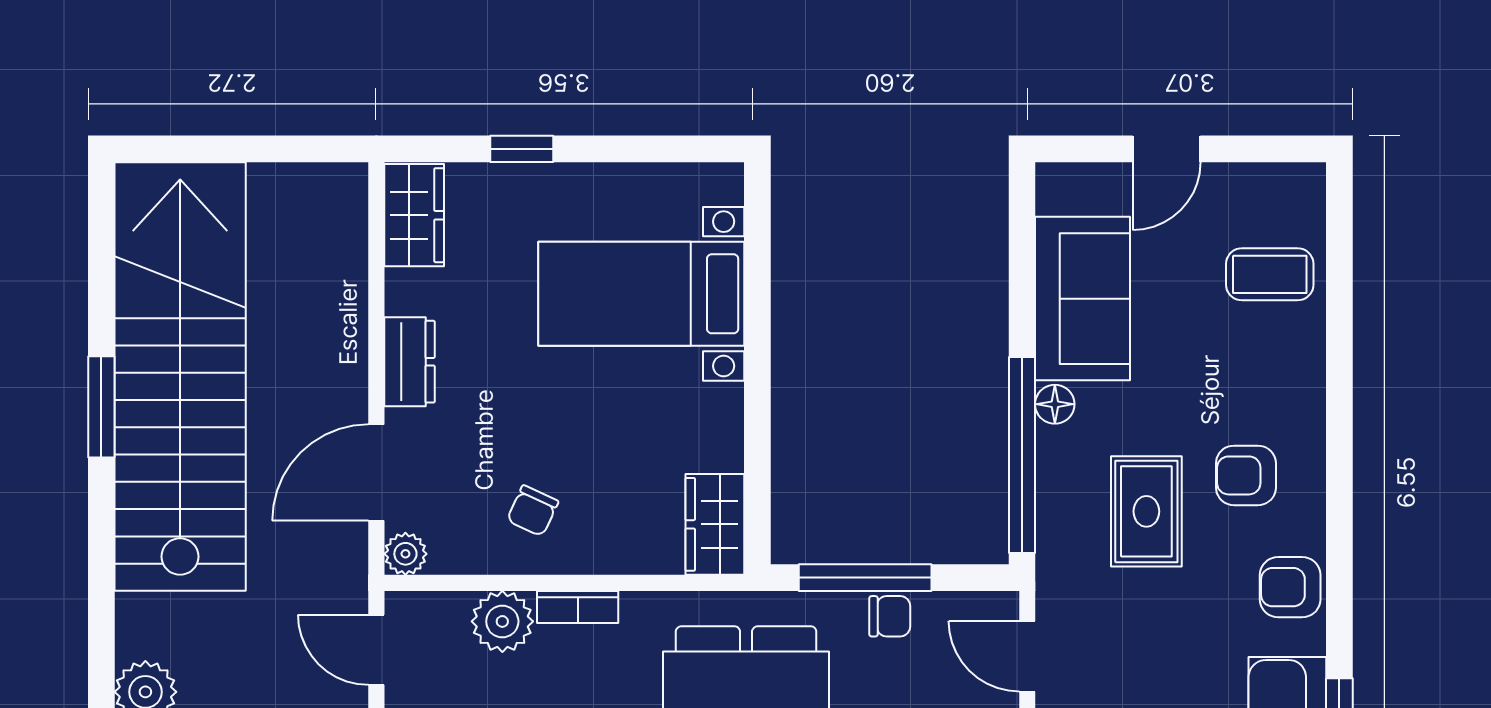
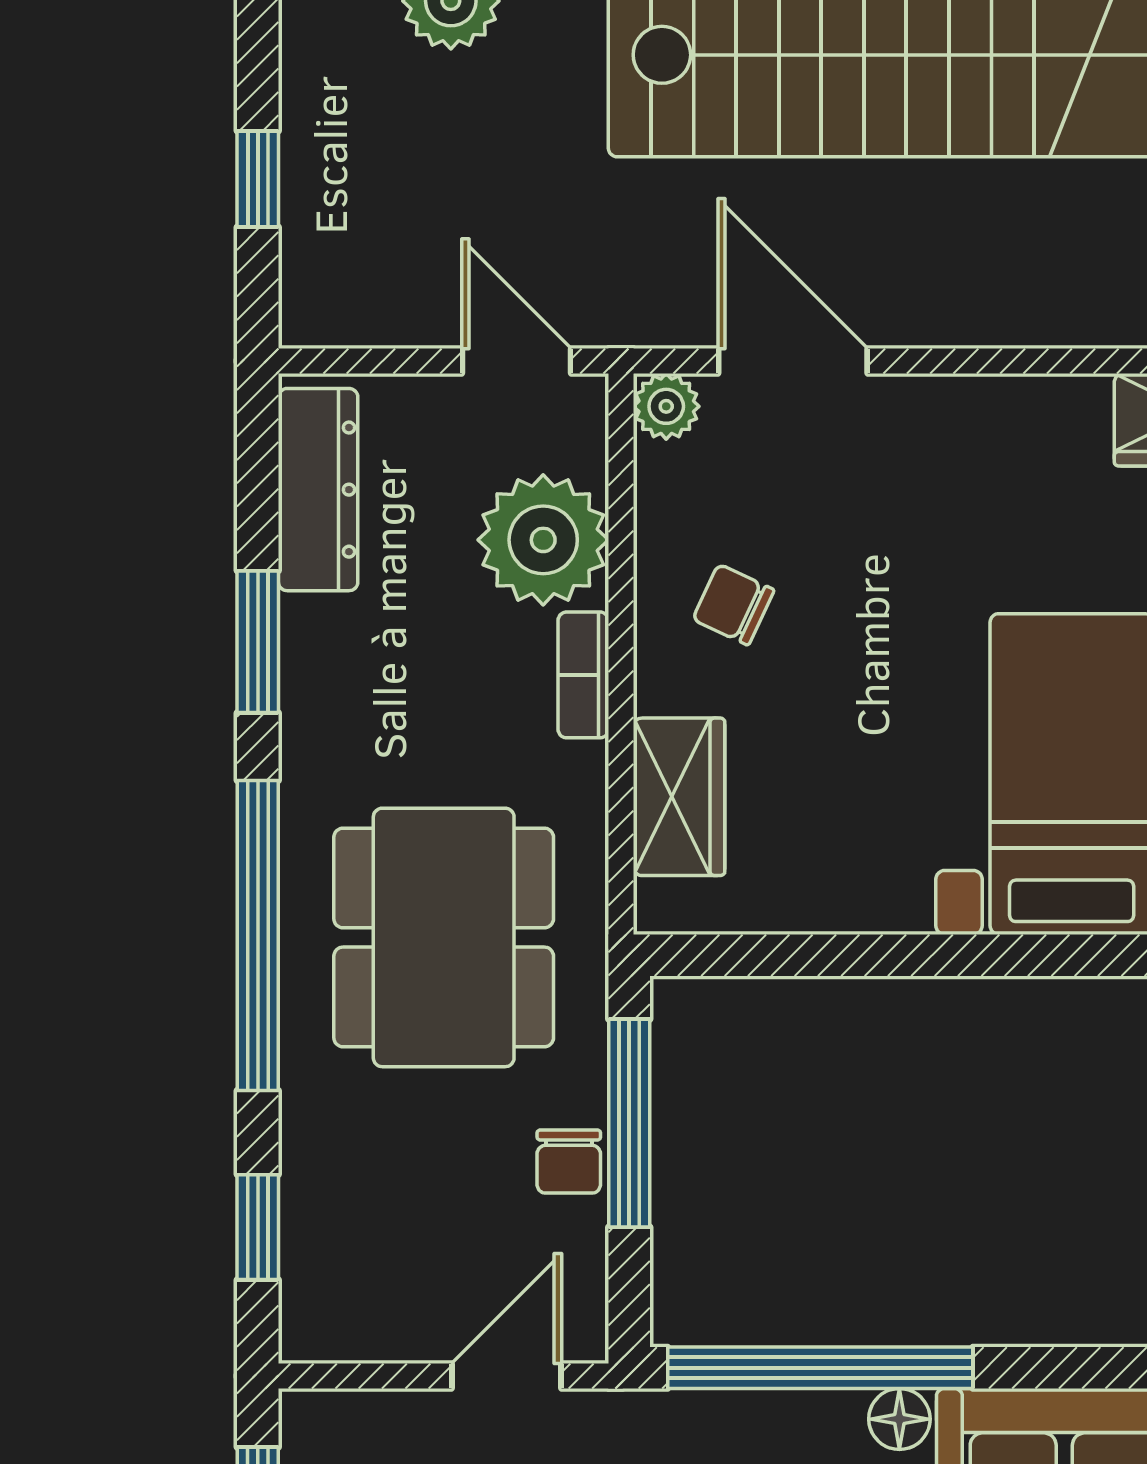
dresser: (409, 362) -> (966, 413), removed
wardrobe: (715, 524) -> (679, 797), moved, turned 90
plant: (502, 621) -> (543, 540), width x1.36, depth x1.36
door: (376, 650) -> (517, 361), hinge flipped

